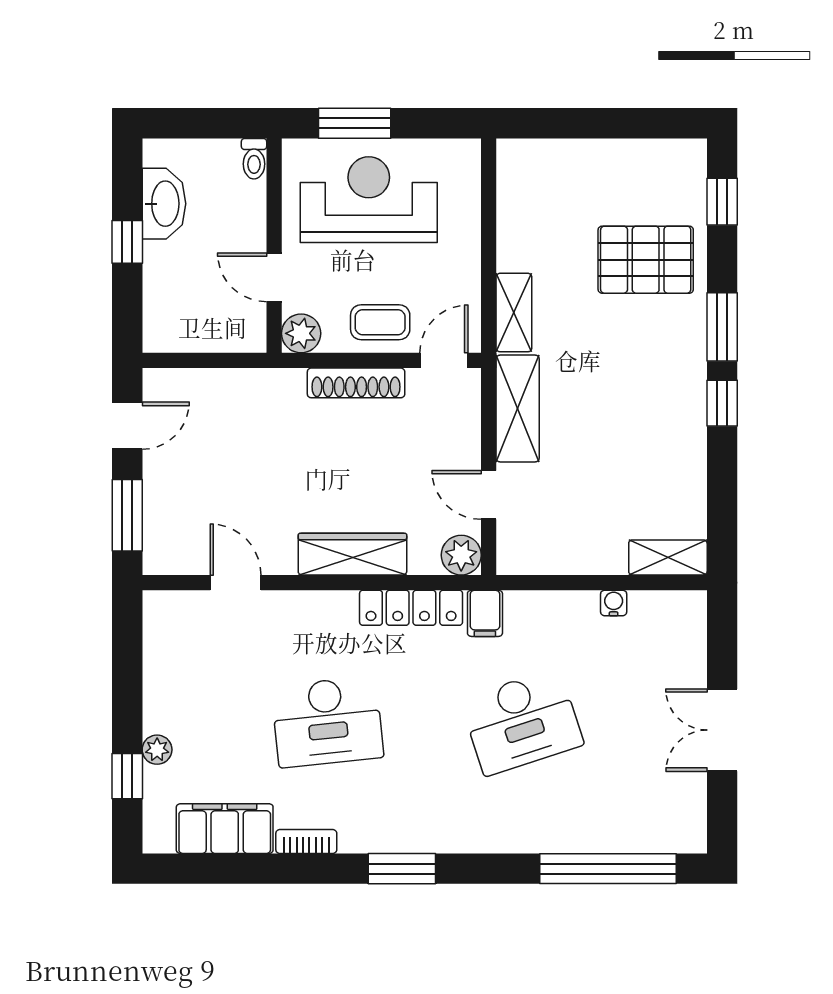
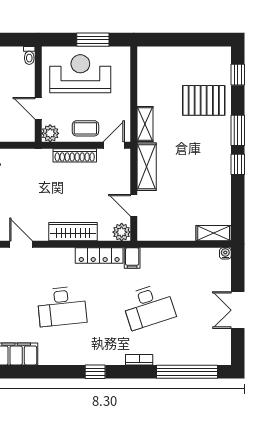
window: (355, 123) -> (93, 40), moved
water cooler: (614, 603) -> (225, 253), moved
bookcase: (306, 842) -> (139, 360), moved
window: (402, 869) -> (95, 372), width x0.67

